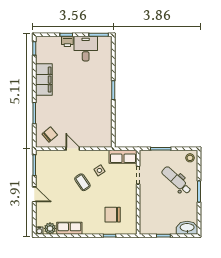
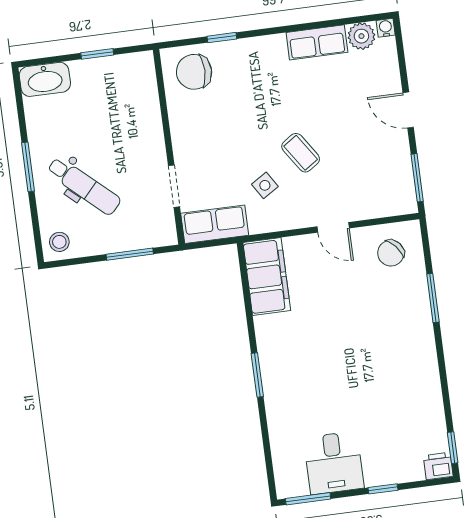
printer: (67, 41) -> (438, 466), moved
filing cabinet: (44, 80) -> (267, 277), moved, turned 180
chair: (113, 215) -> (194, 72), moved, turned 180

